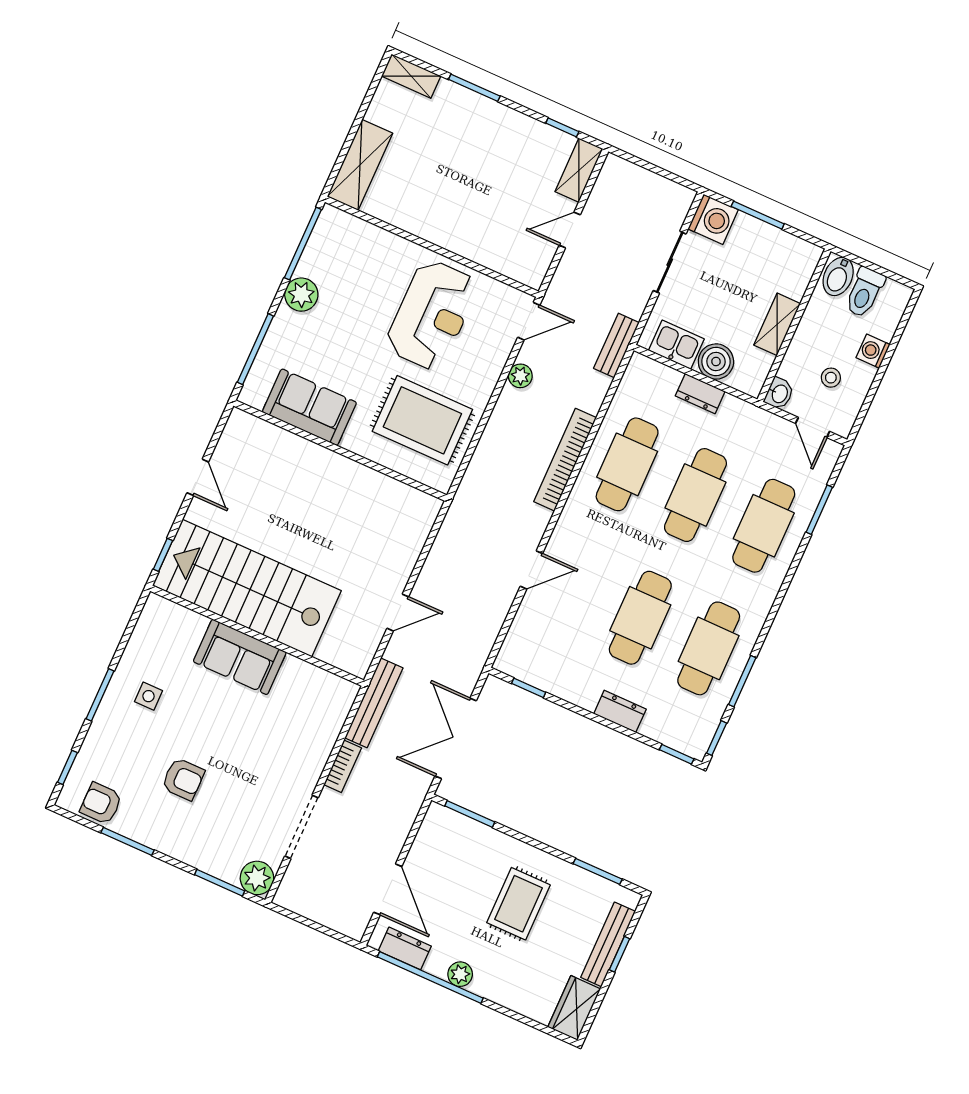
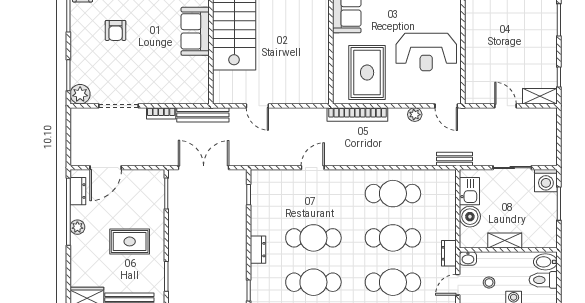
dresser: (700, 394) -> (449, 253), moved
bookcase: (565, 460) -> (357, 114), moved, turned 180
door: (531, 570) -> (313, 168), swing flipped

